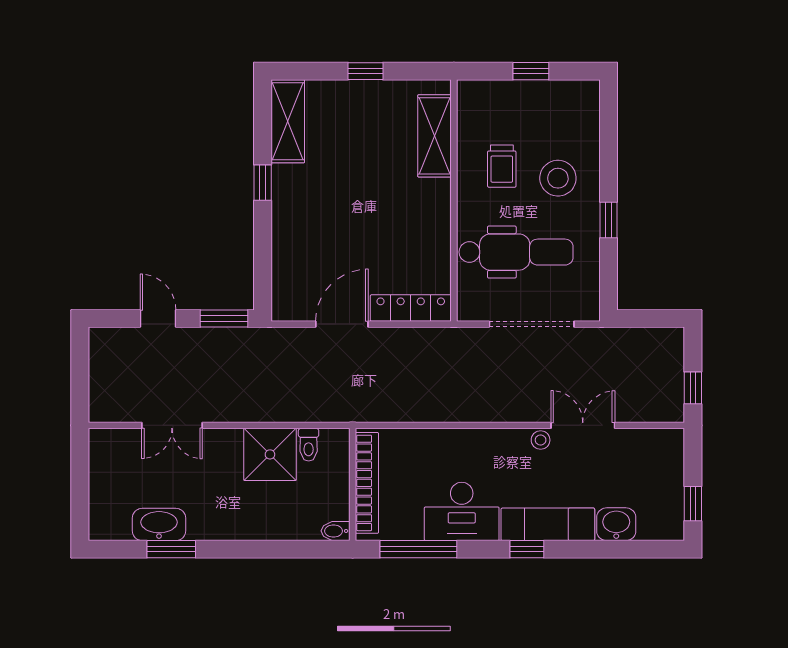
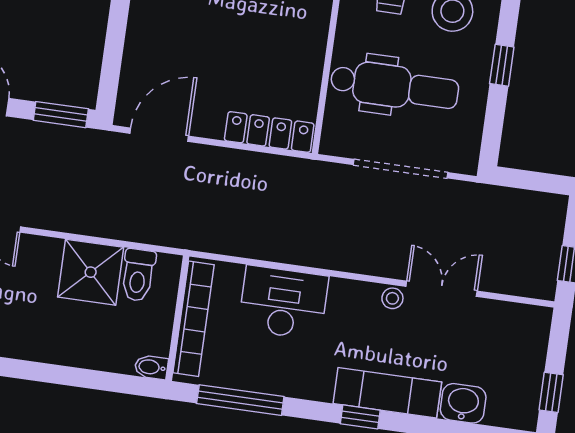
door: (342, 324) -> (159, 135), moved
toilet: (309, 445) -> (138, 275), width x1.37, depth x1.39
desk: (462, 511) -> (283, 303), moved, turned 180

